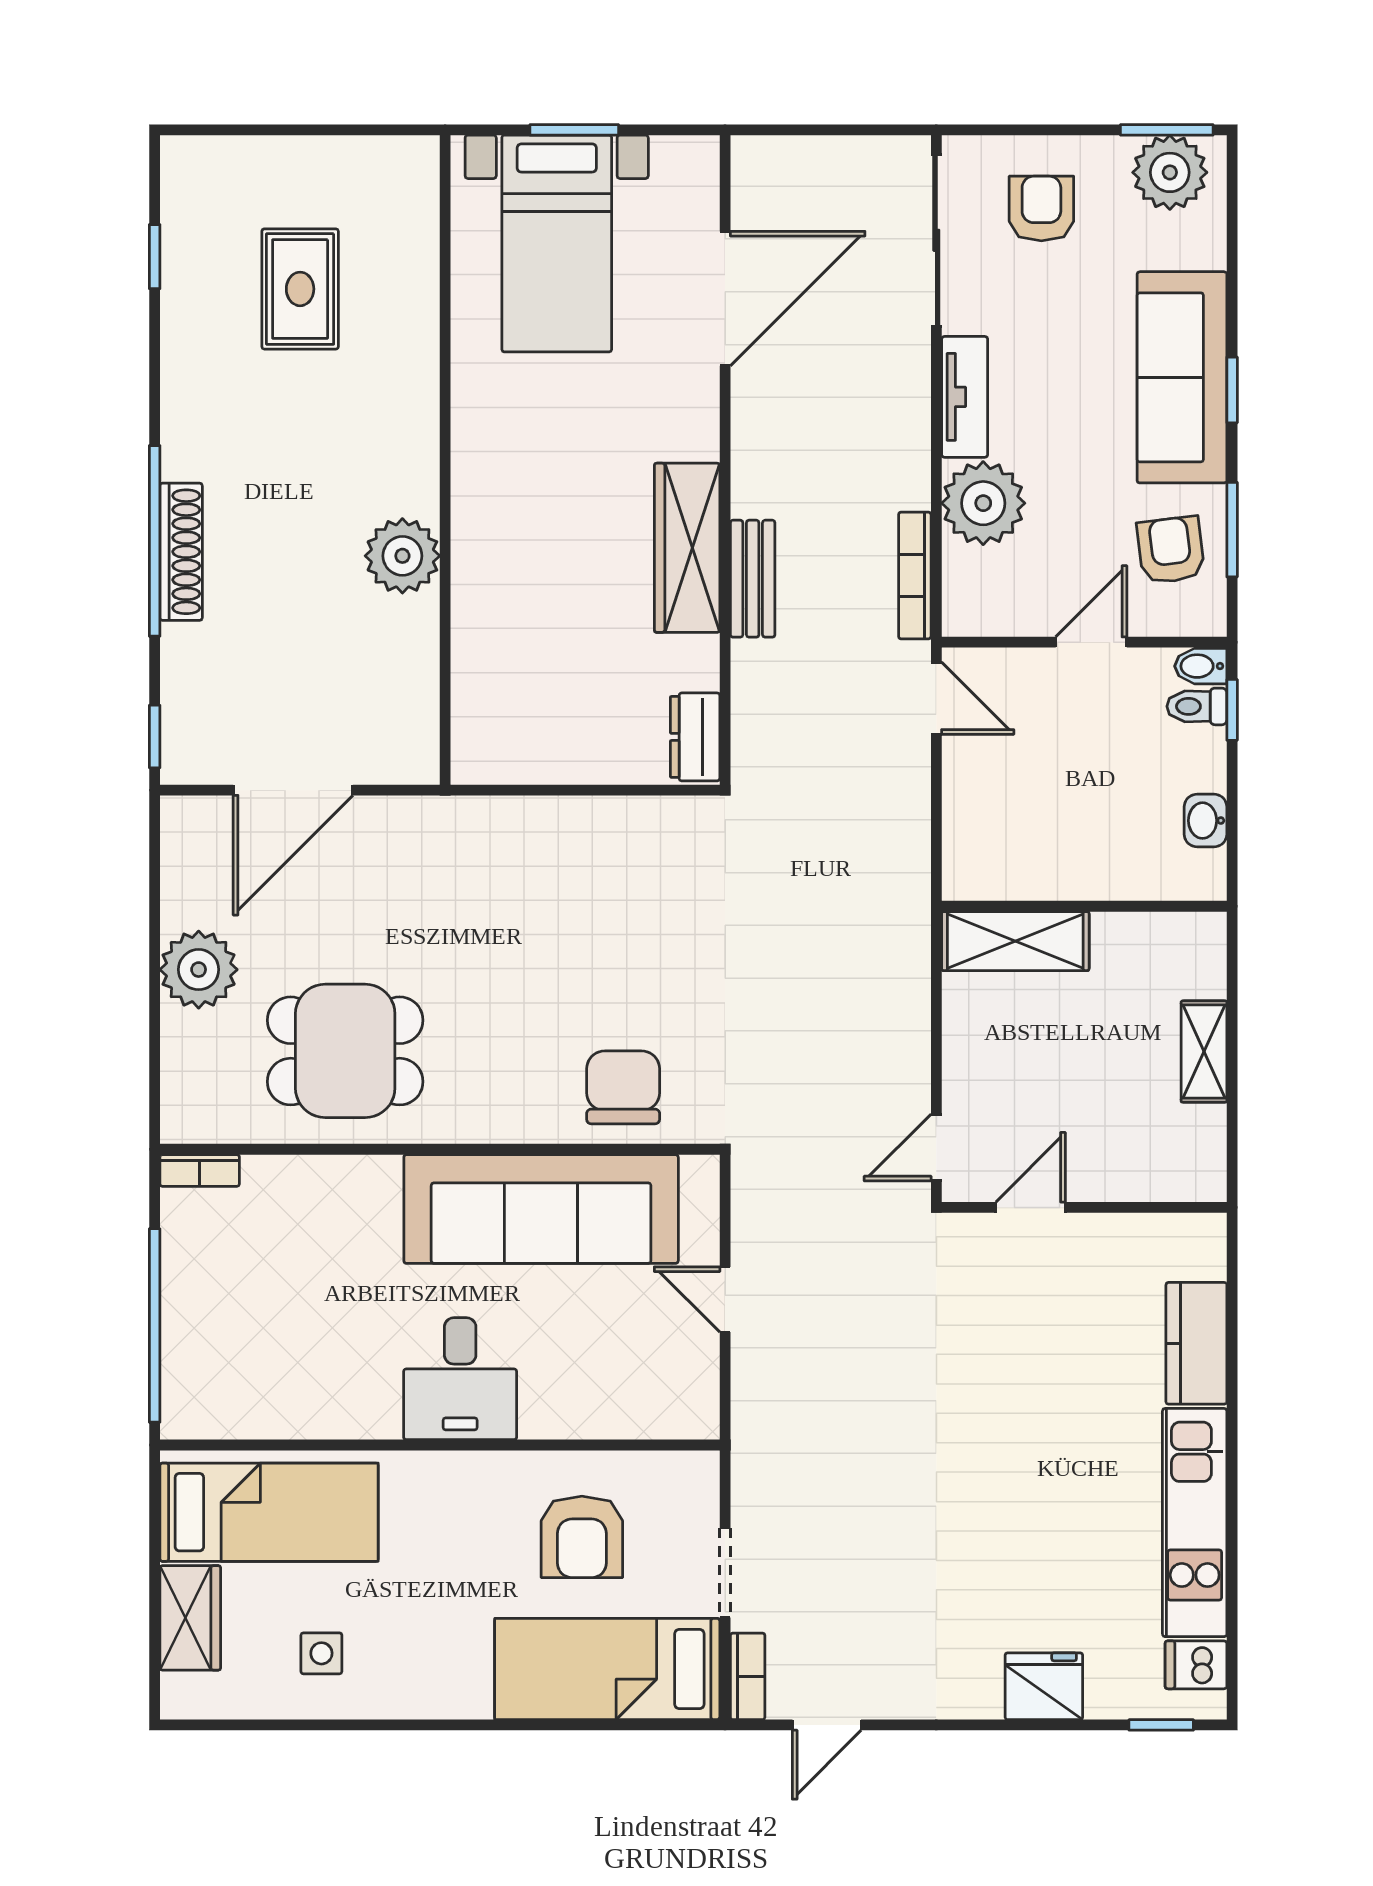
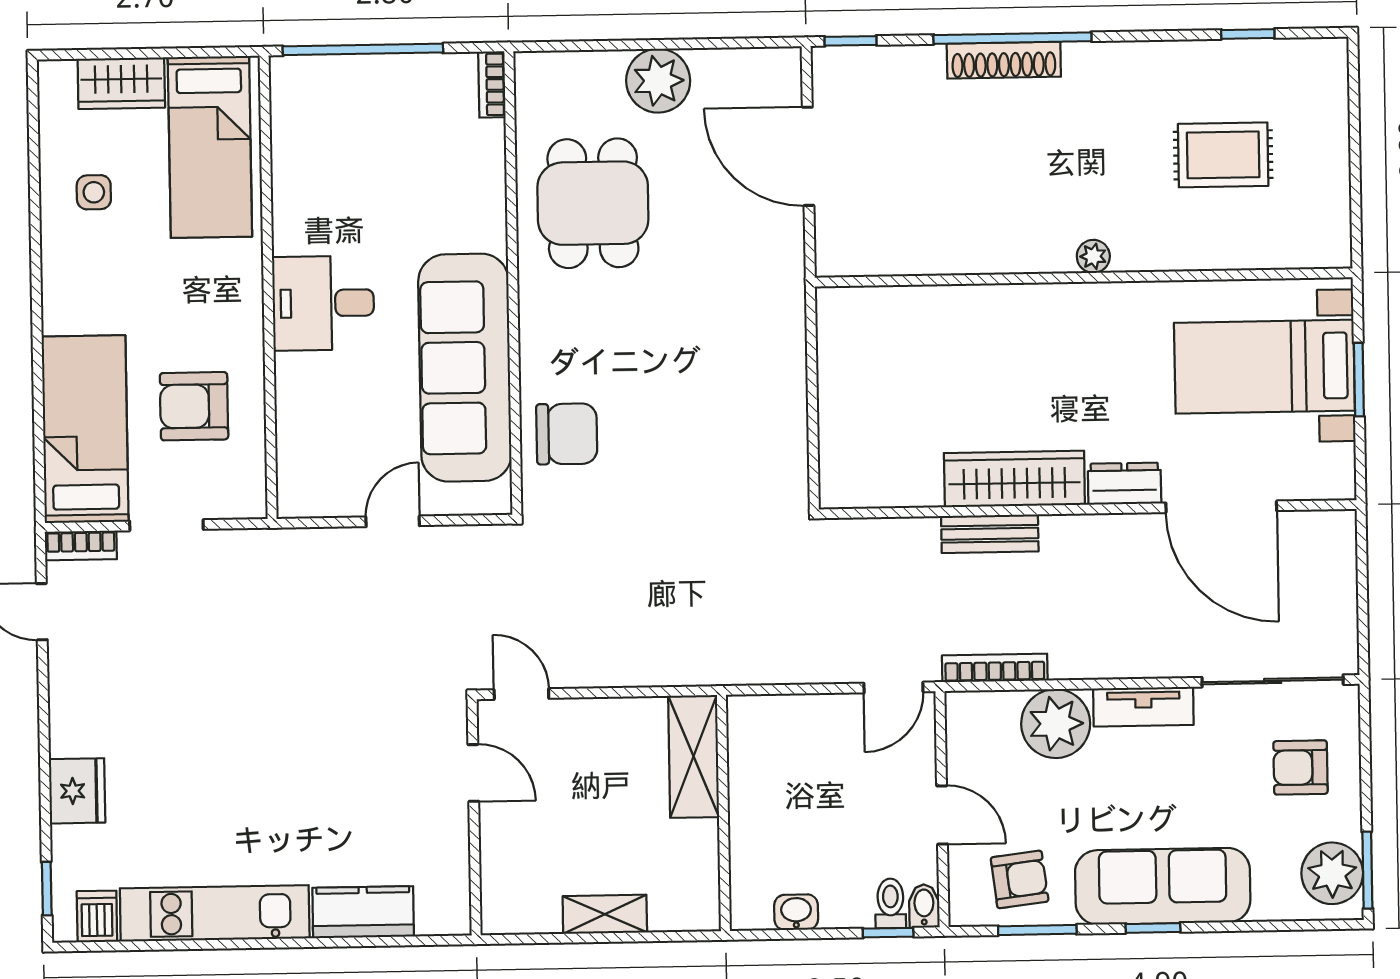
armchair: (1041, 208) -> (1300, 767), turned 180
plant: (402, 556) -> (1093, 256), moved, width x0.53, depth x0.53
dresser: (695, 737) -> (1125, 484), moved

